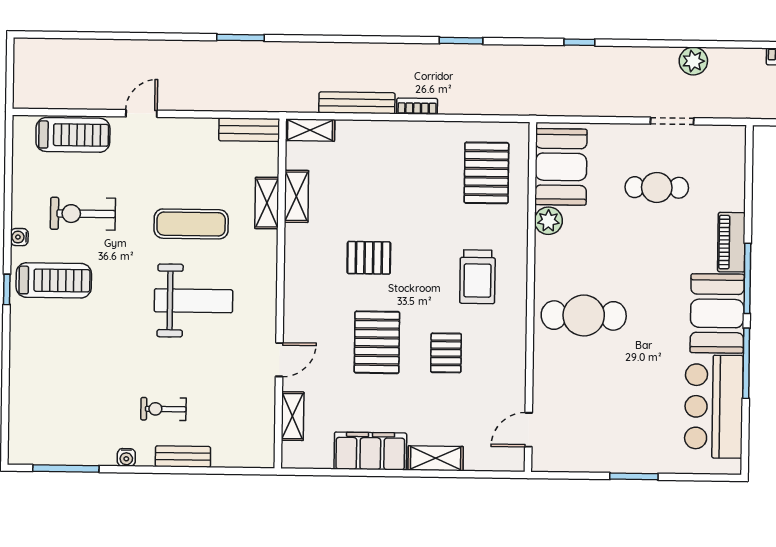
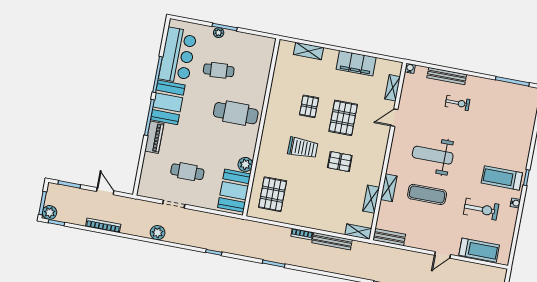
treadmill: (73, 135) -> (479, 250), turned 180
shelving: (267, 203) -> (389, 188), moved
trolley: (477, 277) -> (303, 148), moved, turned 90
cafe table: (631, 392) -> (219, 70), added
door: (529, 430) -> (274, 60), removed
water cooler: (126, 457) -> (410, 68), moved
bench: (183, 457) -> (447, 76), width x1.36
shelving: (436, 458) -> (308, 51), moved
plant: (643, 464) -> (219, 33), added

